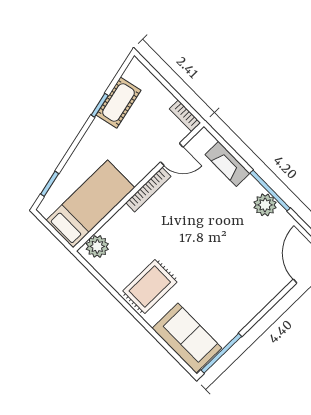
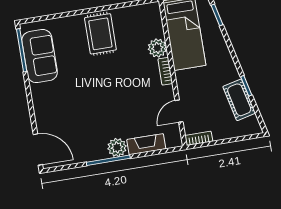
bookcase: (148, 190) -> (165, 71), width x0.64
plant: (265, 205) -> (117, 147), moved
plant: (97, 246) -> (157, 48), moved
sofa: (187, 338) -> (40, 56), moved, turned -90

